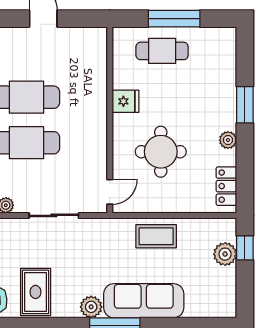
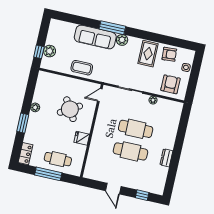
round table: (161, 152) -> (70, 109), turned -31
locker: (226, 186) -> (25, 154), moved

